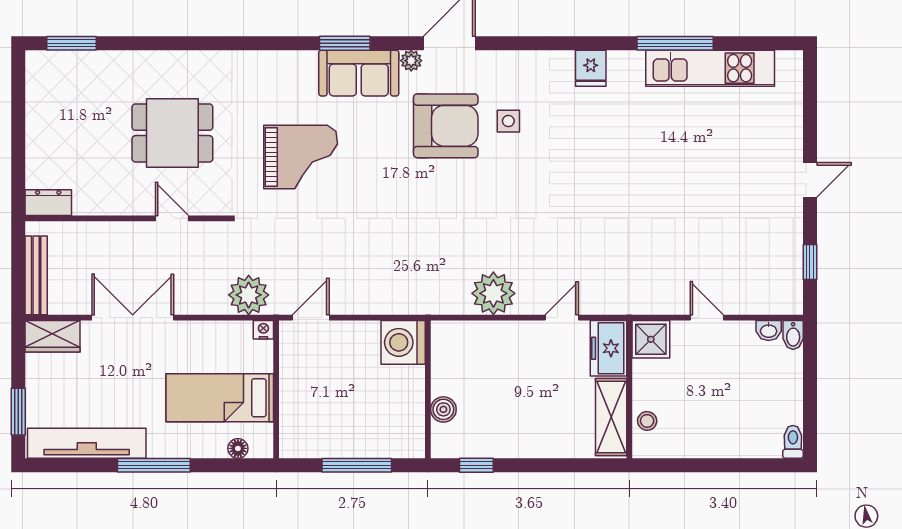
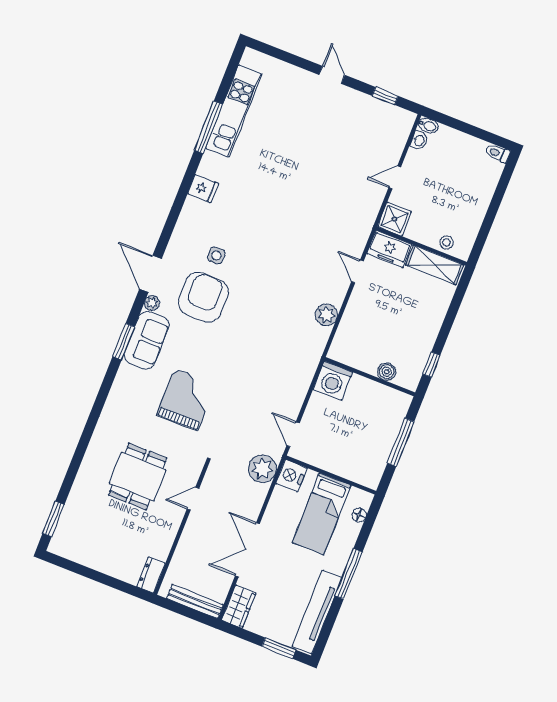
plant: (493, 293) -> (326, 315), width x0.73, depth x0.73
nightstand: (263, 330) -> (291, 476), width x1.89, depth x1.79

